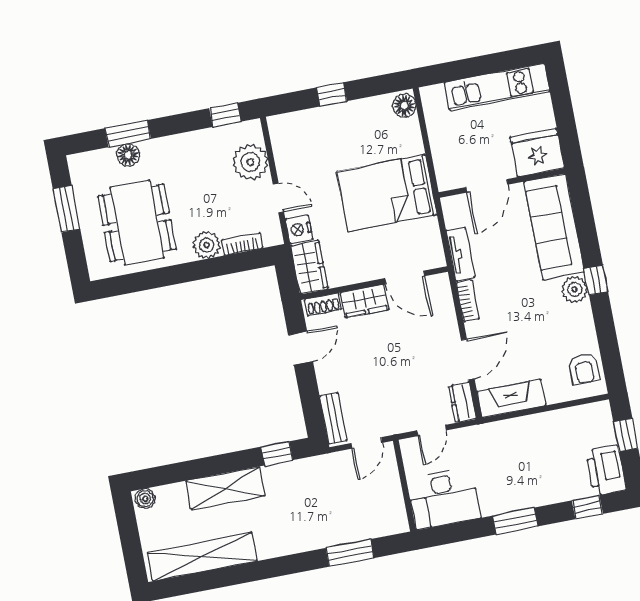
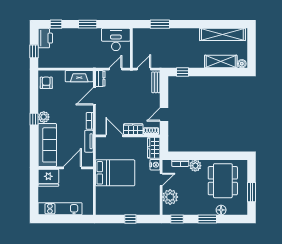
floor lamp: (404, 105) -> (101, 208), removed
window: (128, 134) -> (207, 219), moved
door: (278, 198) -> (161, 180), swing flipped
shelving: (225, 488) -> (221, 62), moved

